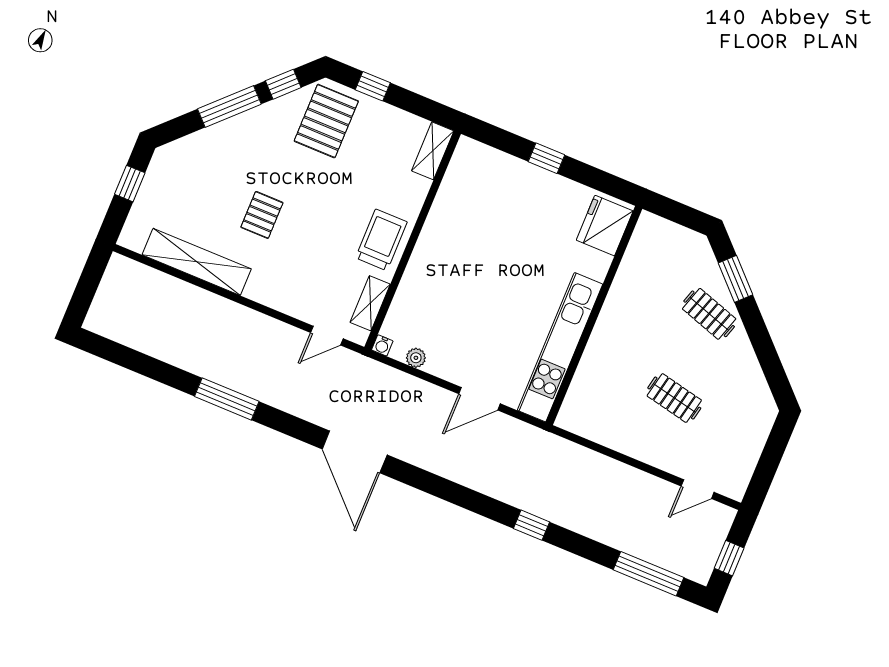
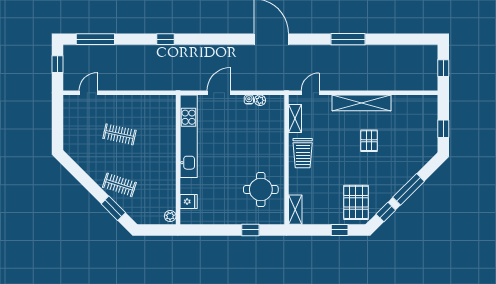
window: (547, 158) -> (250, 230), moved
round table: (476, 208) -> (261, 189), added
fridge: (605, 226) -> (189, 201), width x0.53, depth x0.75
plant: (646, 227) -> (170, 216), added
shelving: (197, 262) -> (361, 103), moved
window: (88, 285) -> (443, 68), added
water cooler: (382, 345) -> (249, 99), moved

